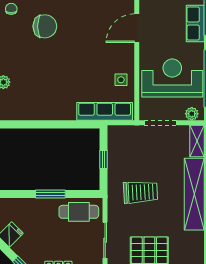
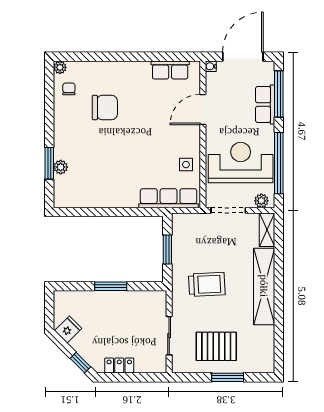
window: (104, 159) -> (167, 250), width x1.50
cafe table: (79, 212) -> (141, 305), removed

